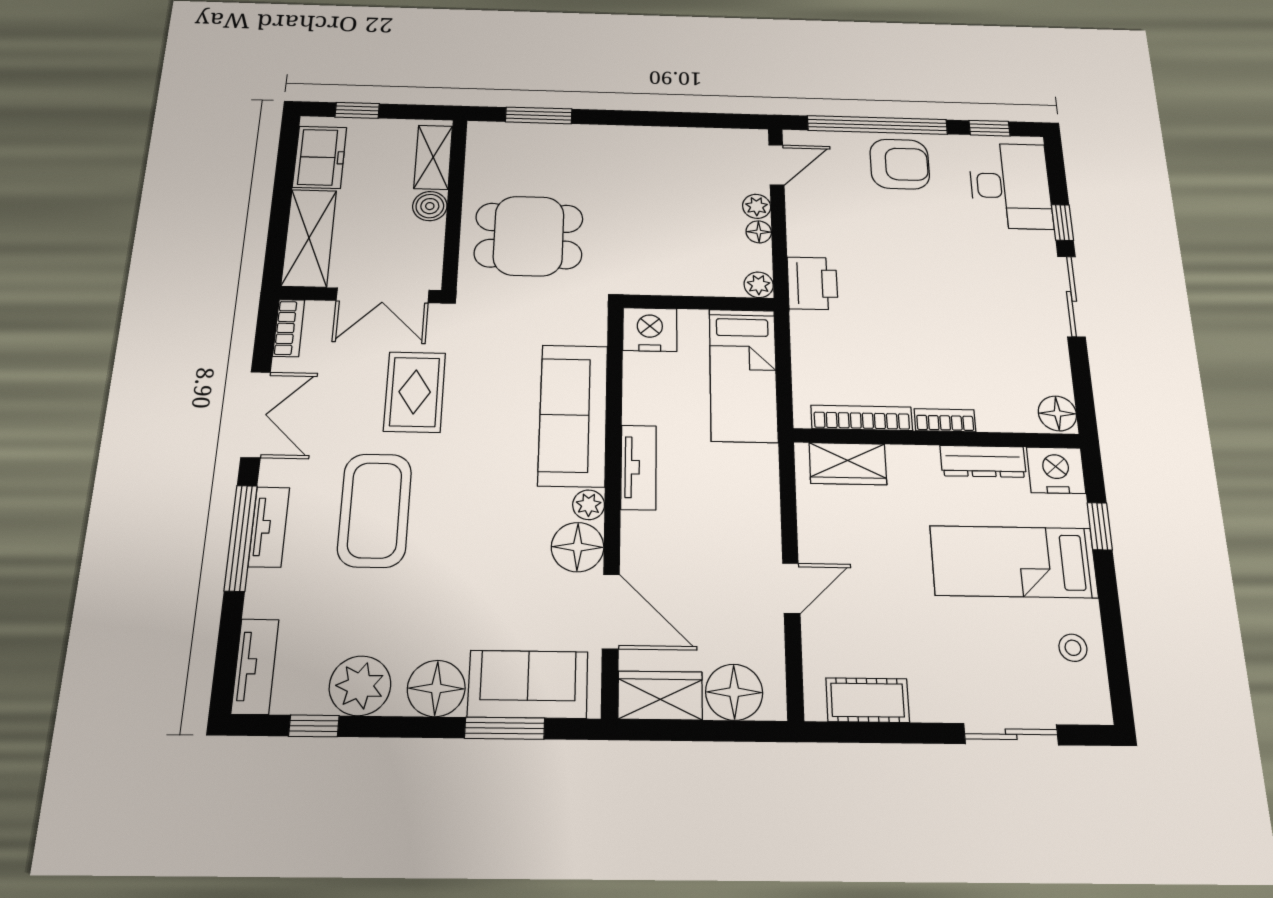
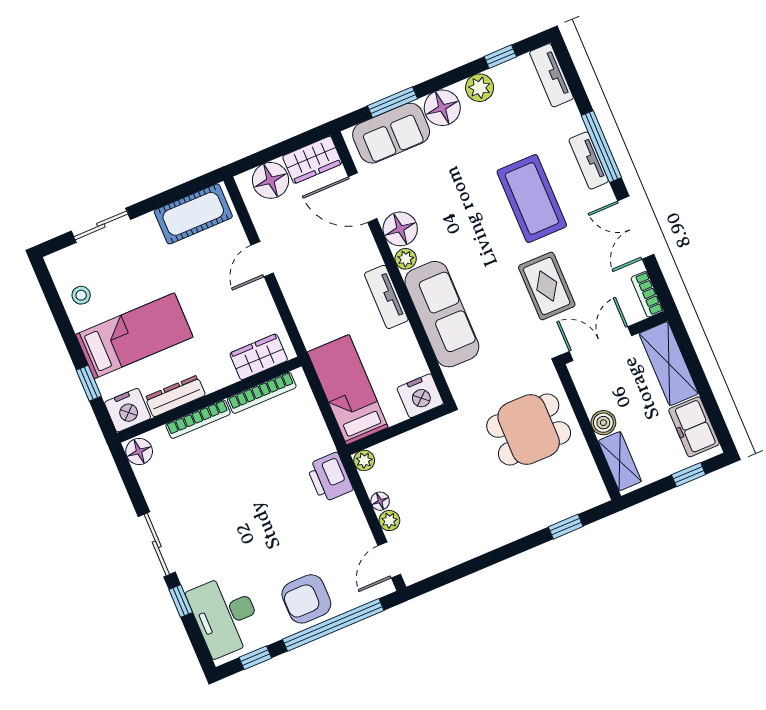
window: (539, 115) -> (566, 527), width x0.67
bookcase: (945, 420) -> (198, 419), width x1.56
plant: (360, 686) -> (480, 88), width x0.73, depth x0.73
cot: (868, 700) -> (193, 214), width x1.37, depth x1.34

